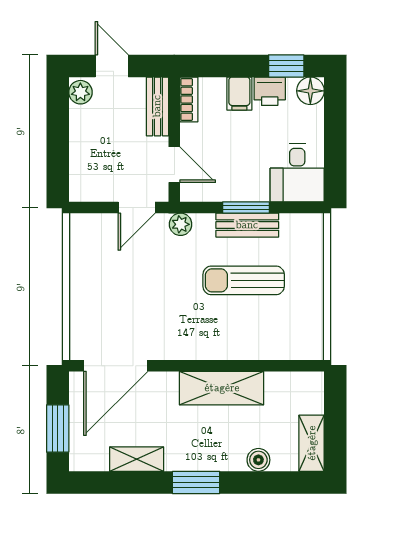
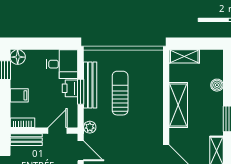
printer: (270, 91) -> (70, 88), moved, turned 180
bench: (247, 225) -> (90, 85), width x1.36
sun lounger: (244, 280) -> (120, 93), turned 180
shelving: (312, 443) -> (184, 56), moved

